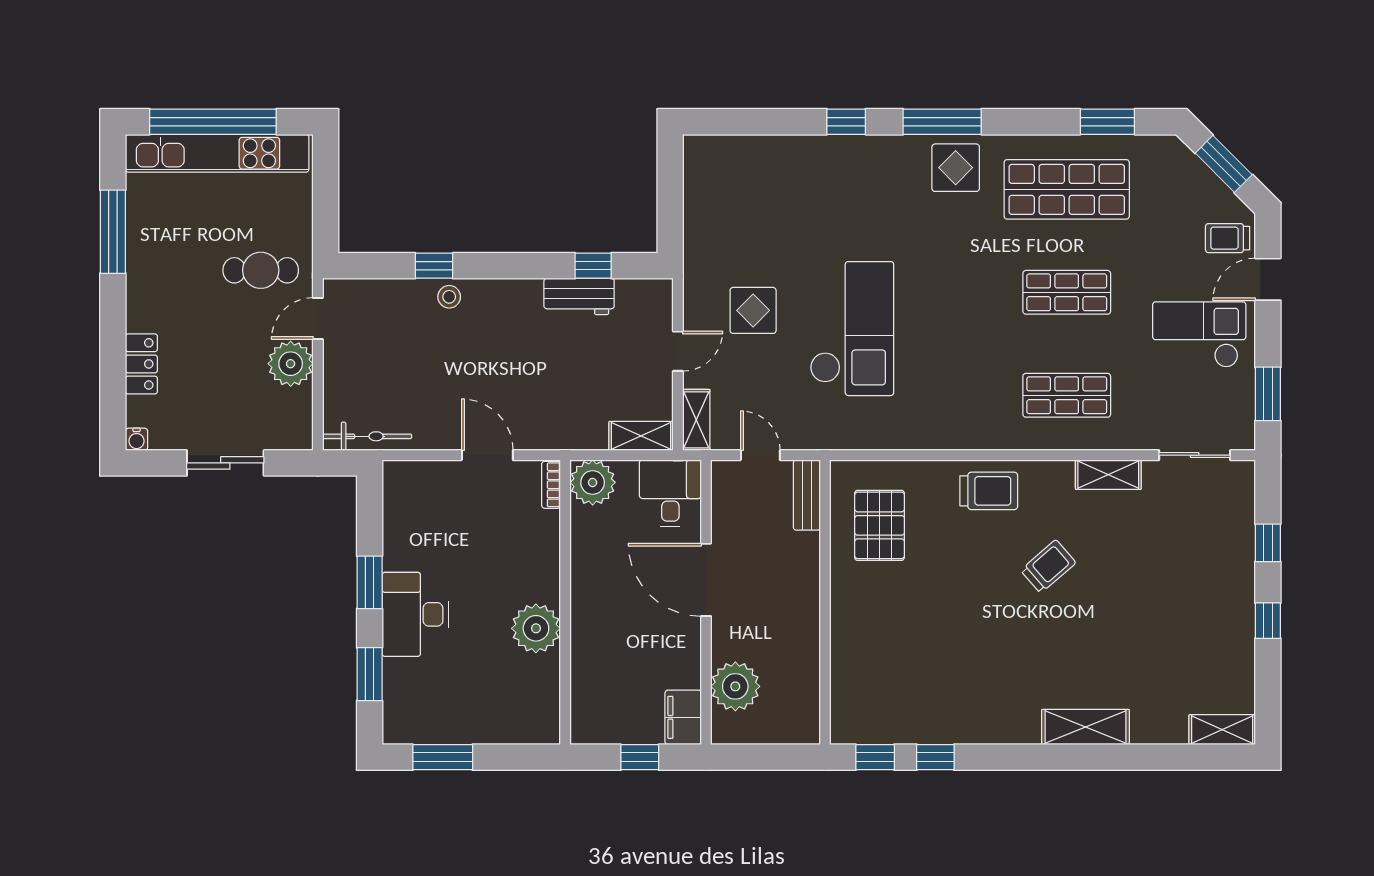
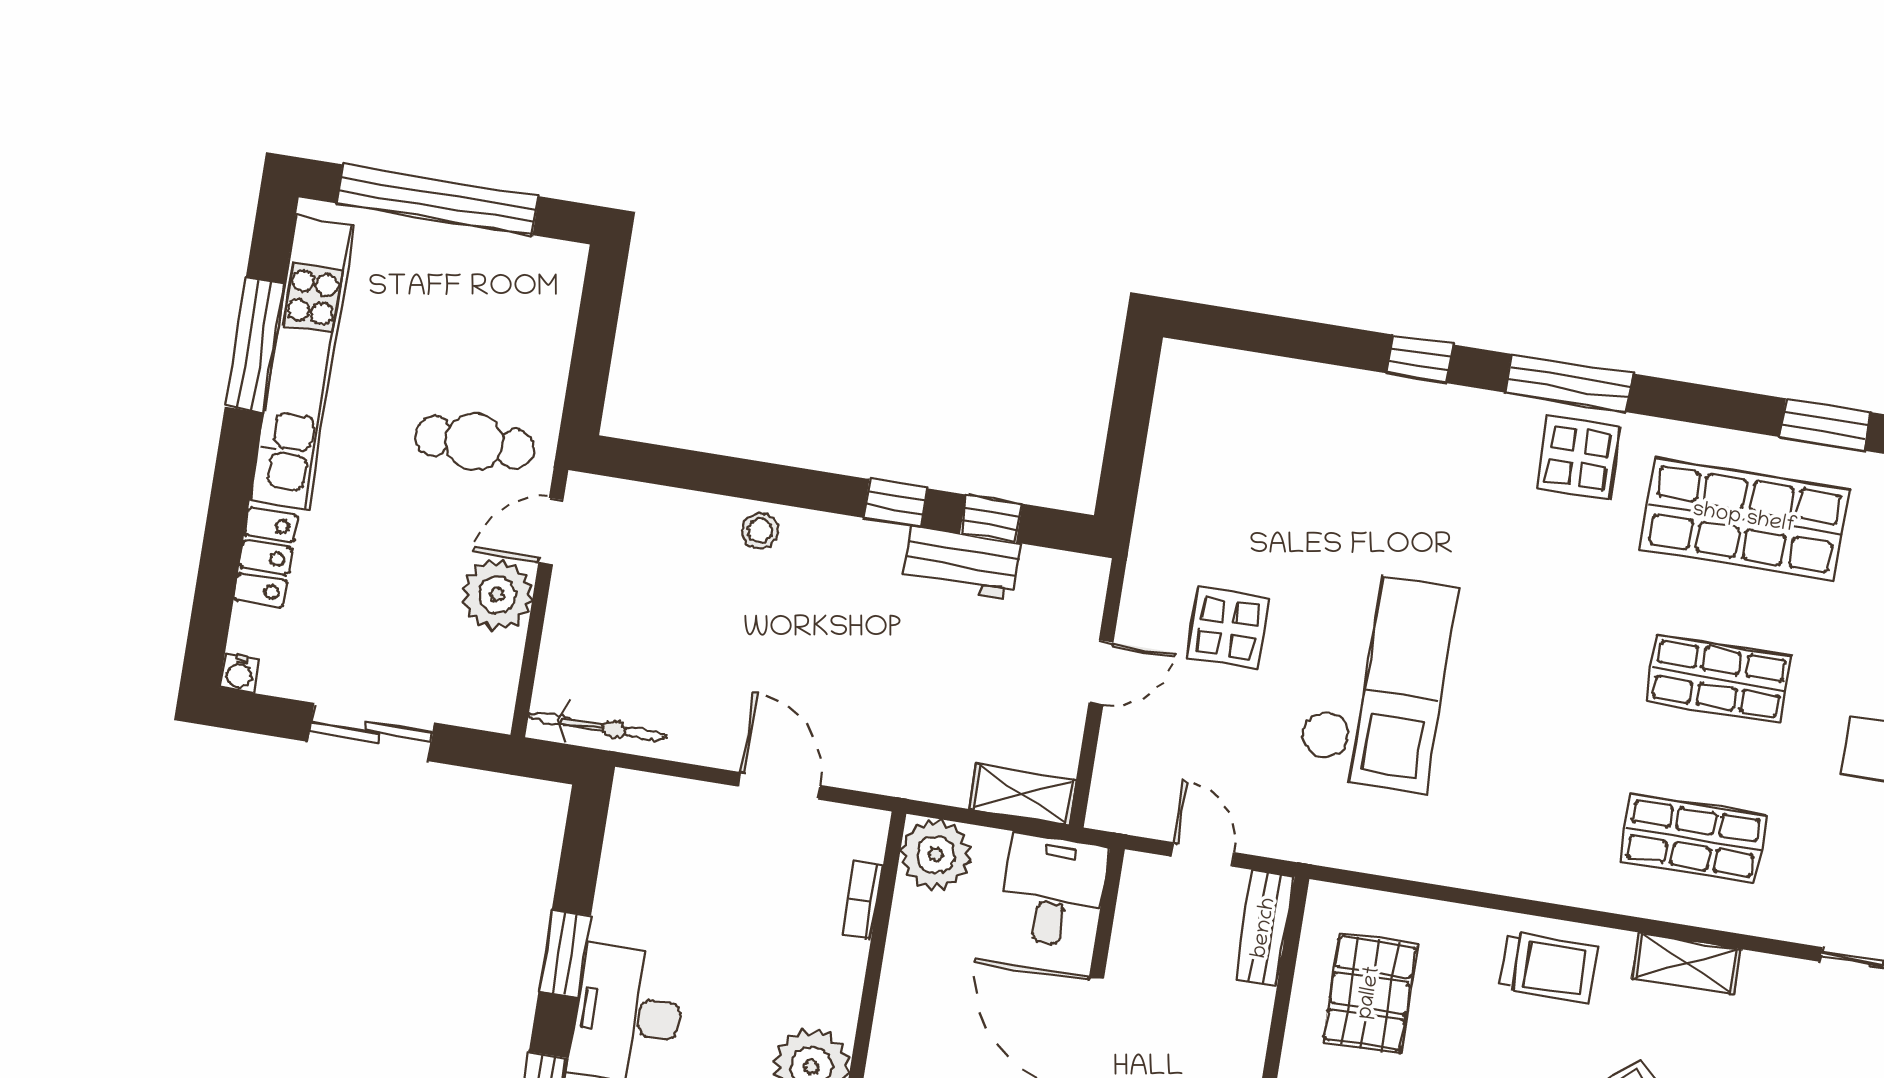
kitchen unit: (217, 153) -> (302, 363), moved, turned -90
window: (434, 266) -> (895, 503), moved
shelving: (696, 420) -> (1112, 784), removed
shelving: (1108, 475) -> (1686, 964), moved
bookcase: (551, 485) -> (862, 900), moved

